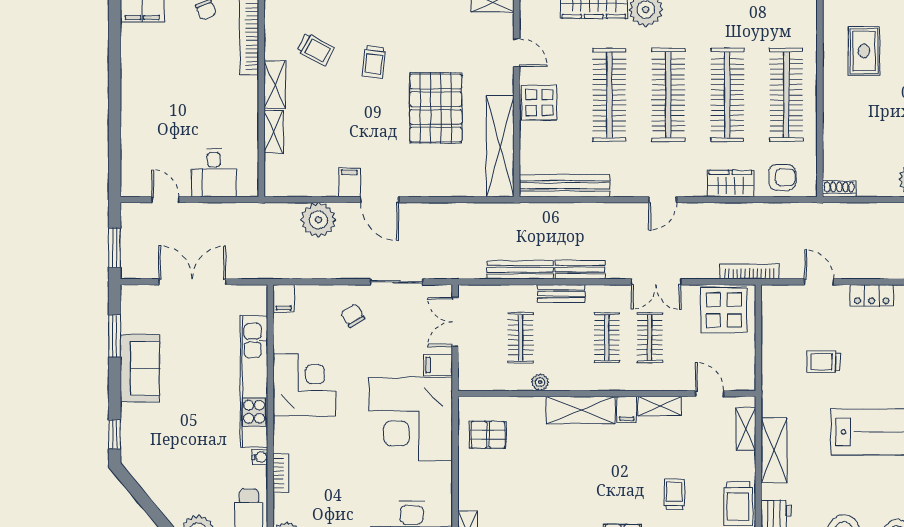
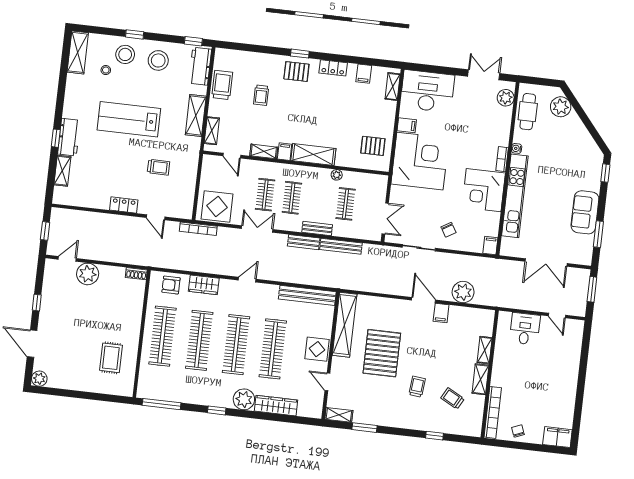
filing cabinet: (438, 365) -> (407, 125), moved
bookcase: (281, 473) -> (502, 159), moved

